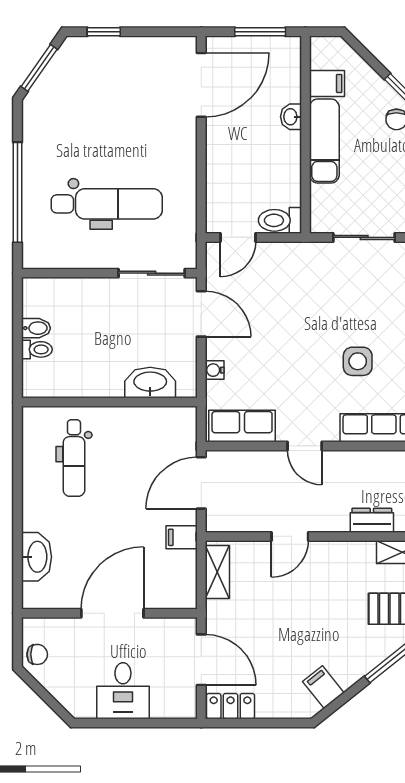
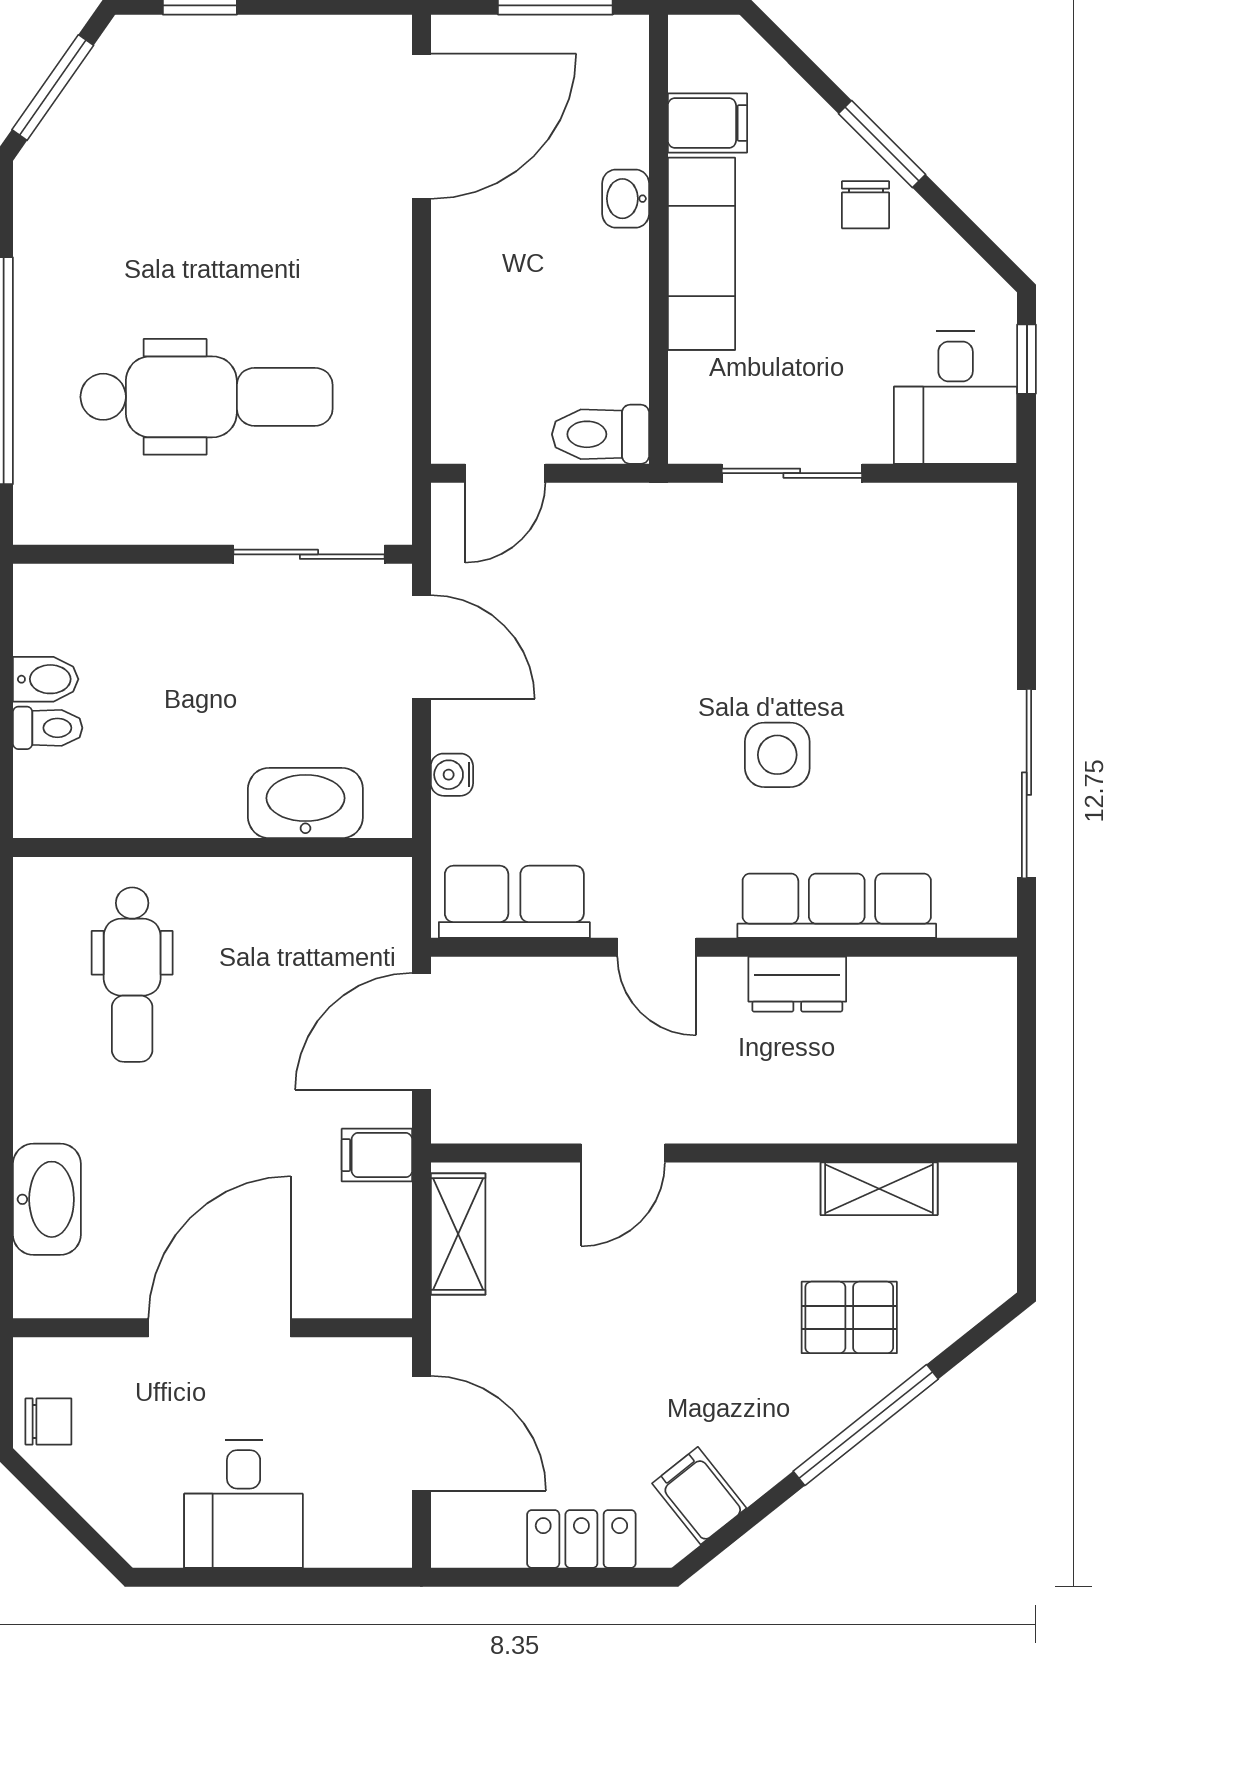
dresser: (372, 520) -> (797, 984), moved, turned 180
locker: (231, 706) -> (581, 1539), moved

